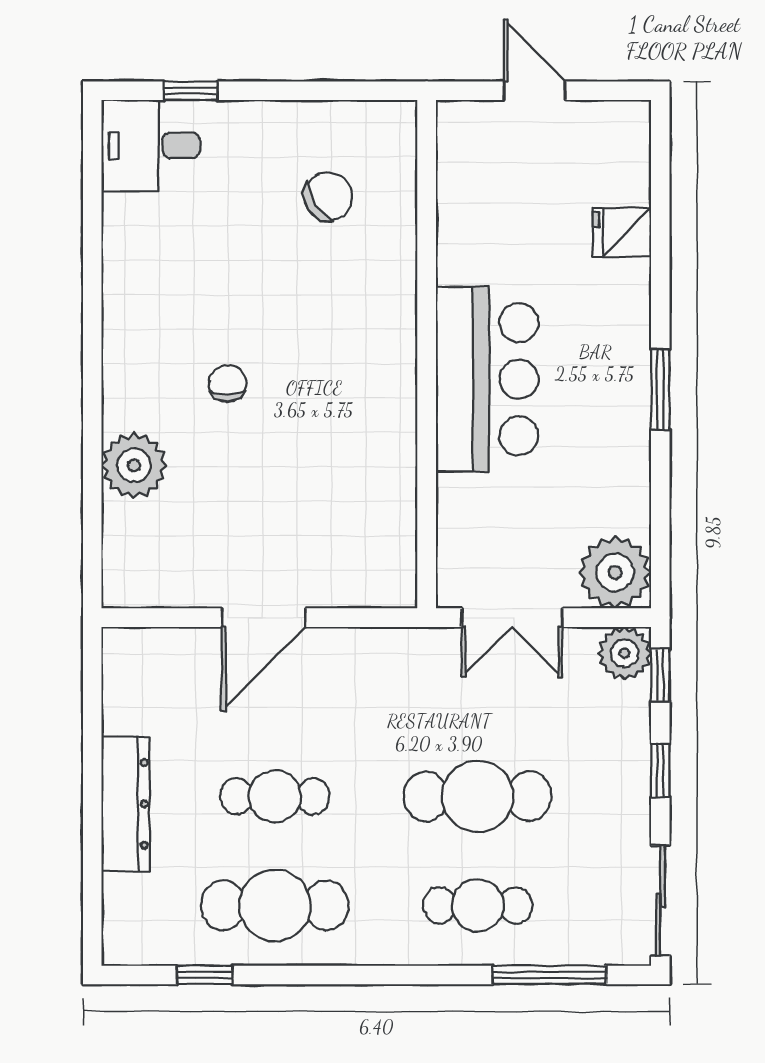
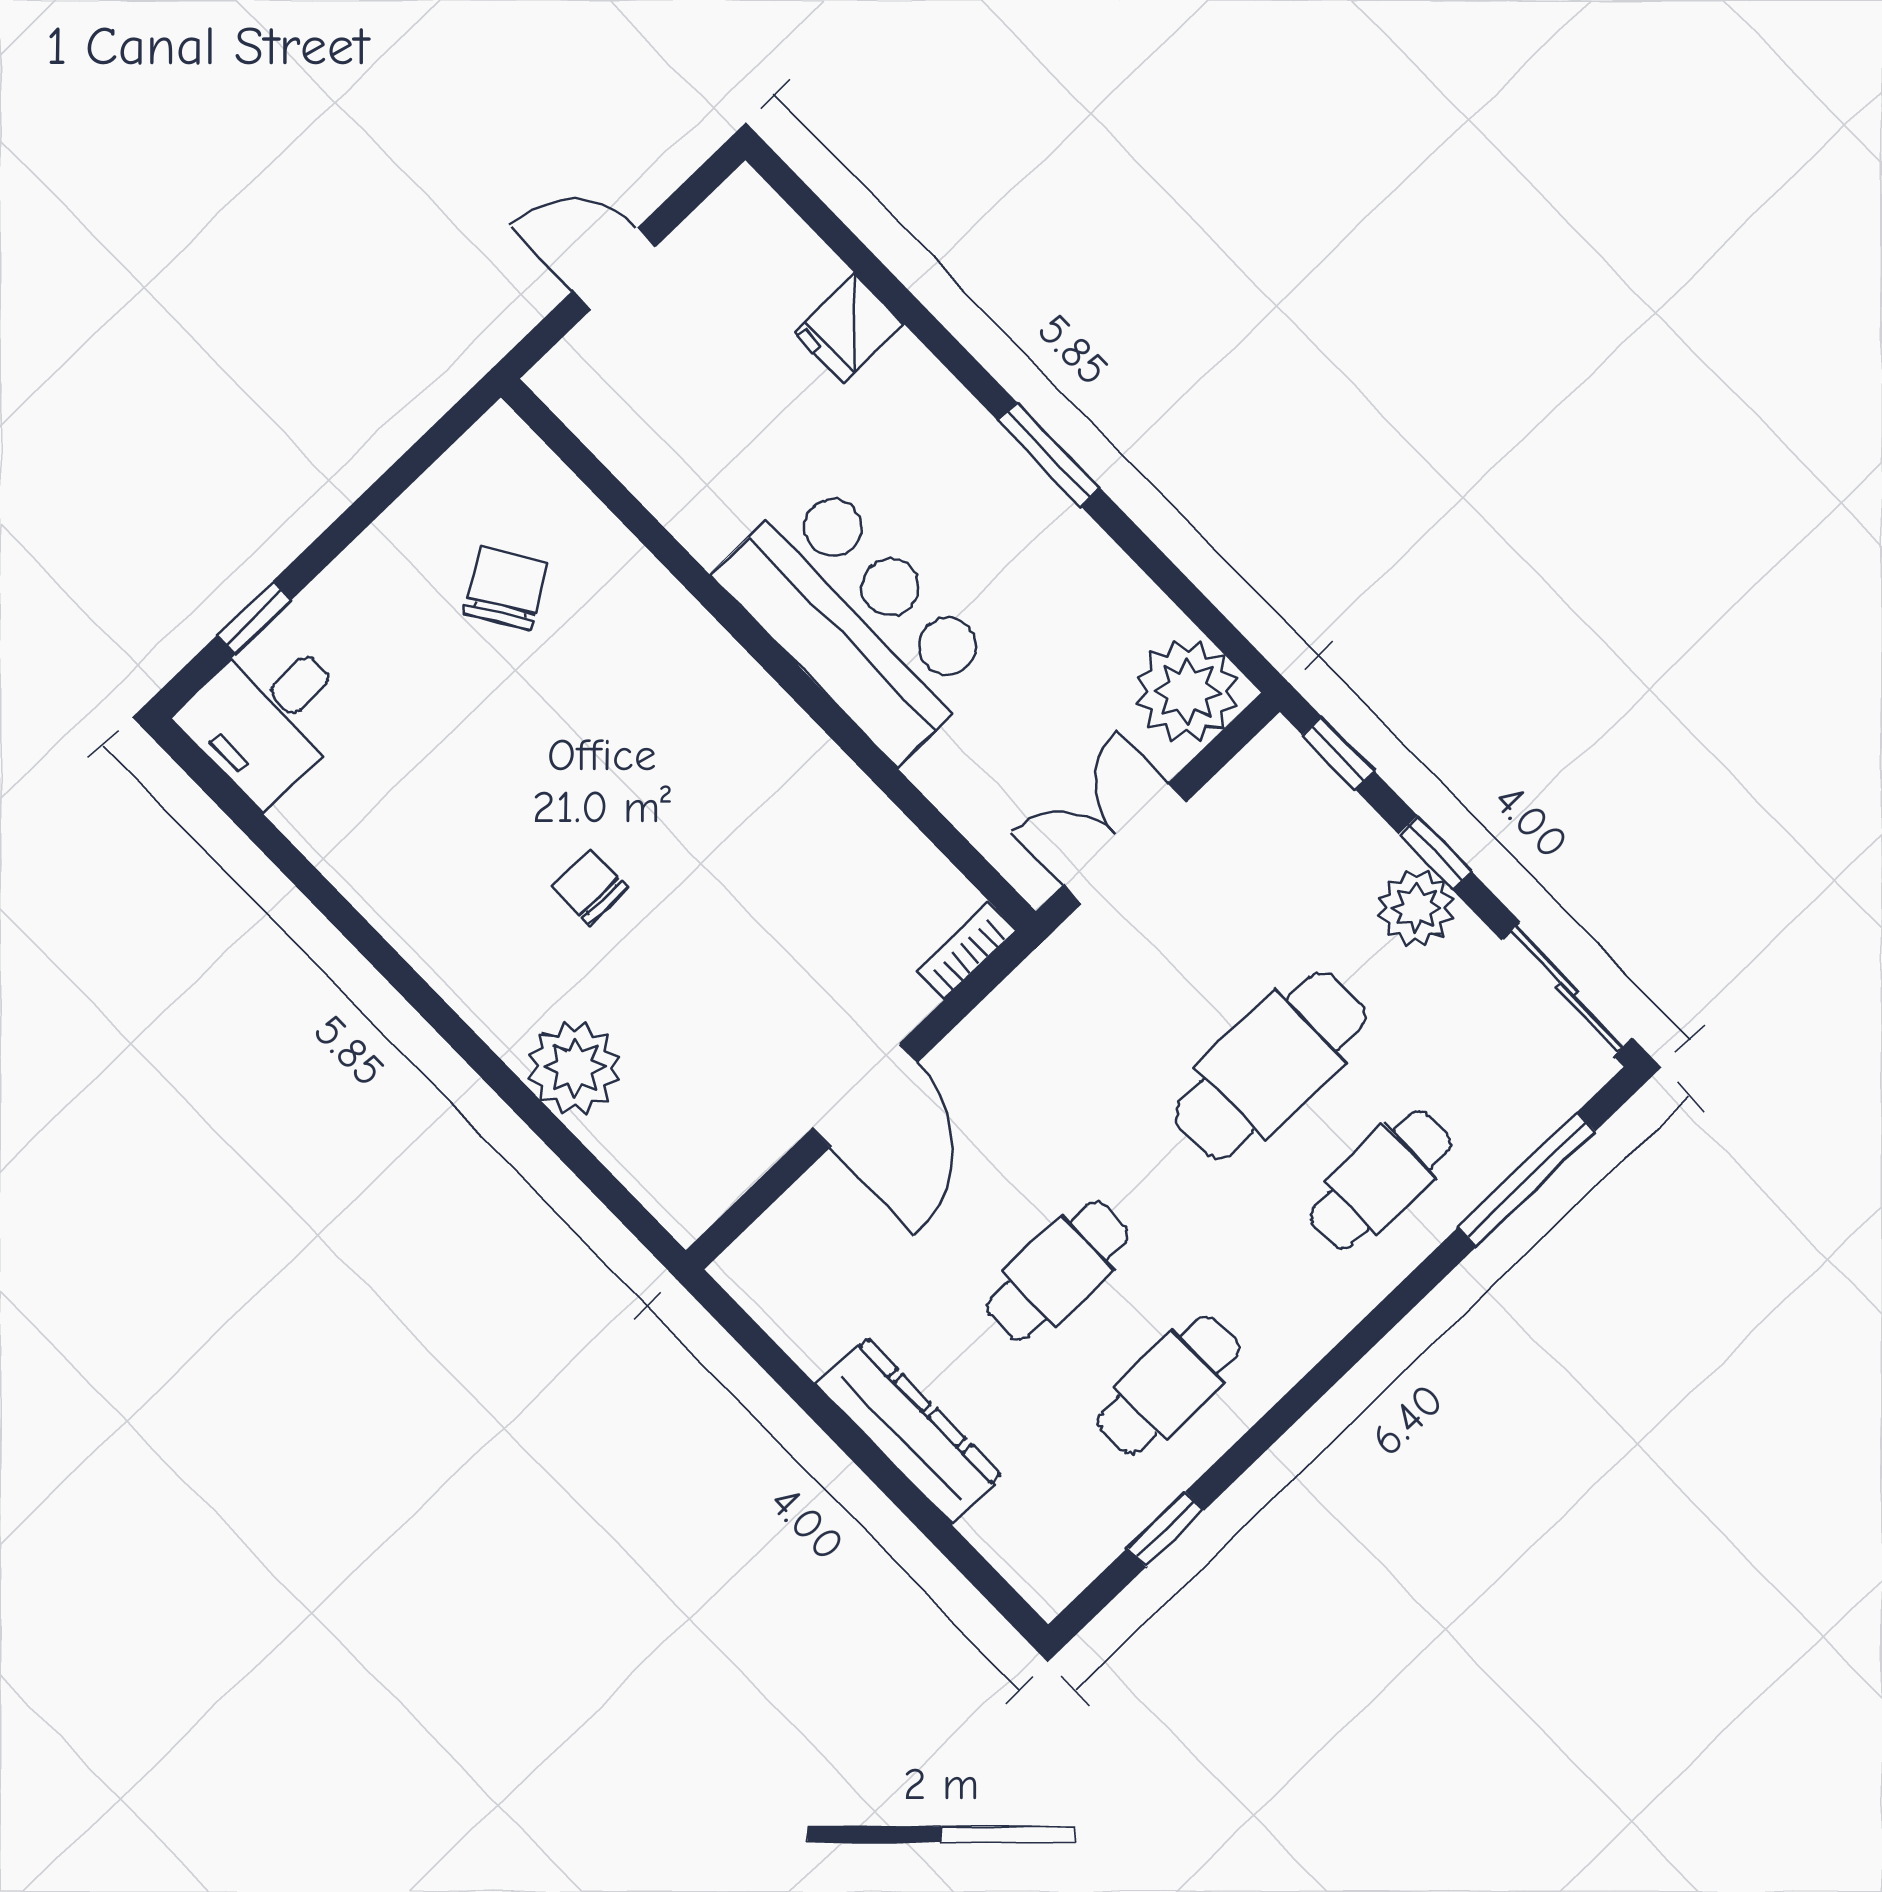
bookcase: (383, 595) -> (966, 950), added
double door: (512, 618) -> (1125, 843), swing flipped
plant: (625, 653) -> (1416, 908), moved
cafe table: (275, 905) -> (1169, 1385), width x0.73, depth x0.74

